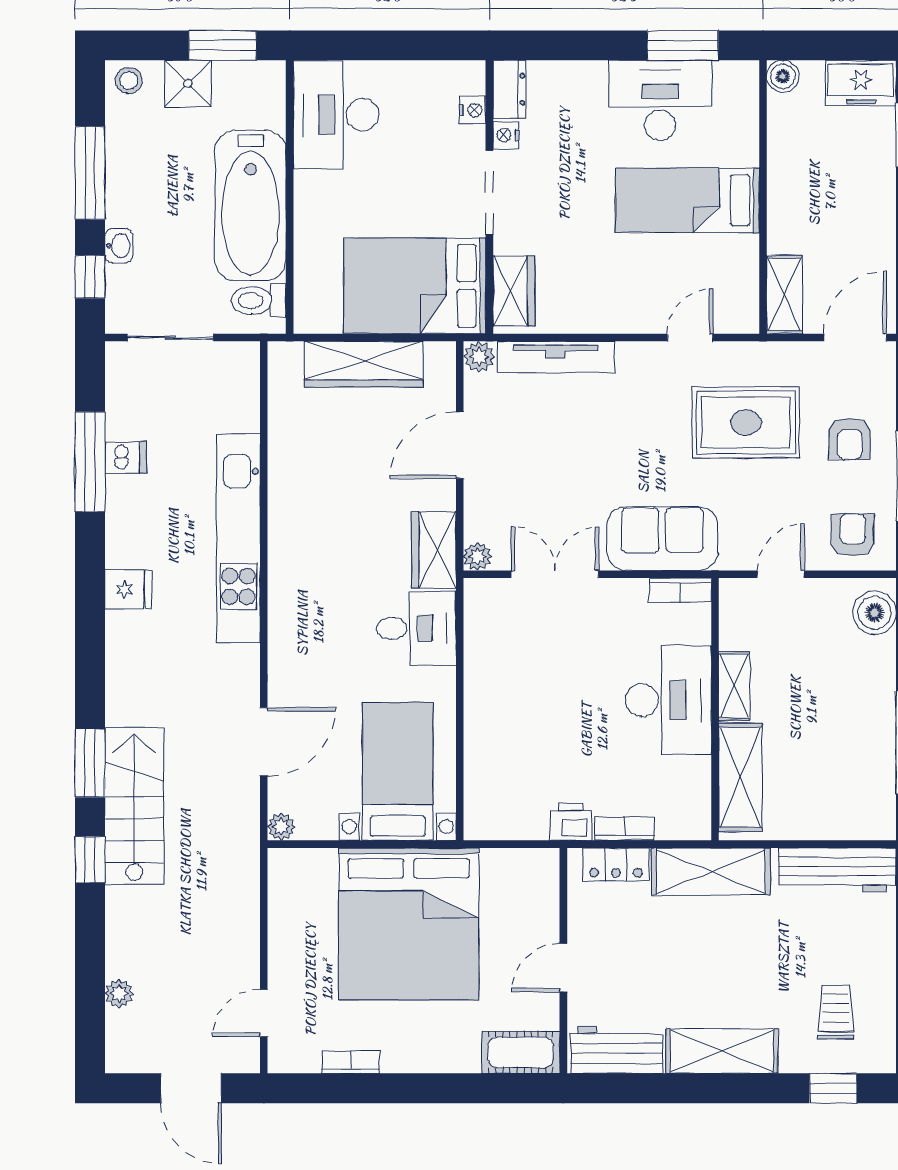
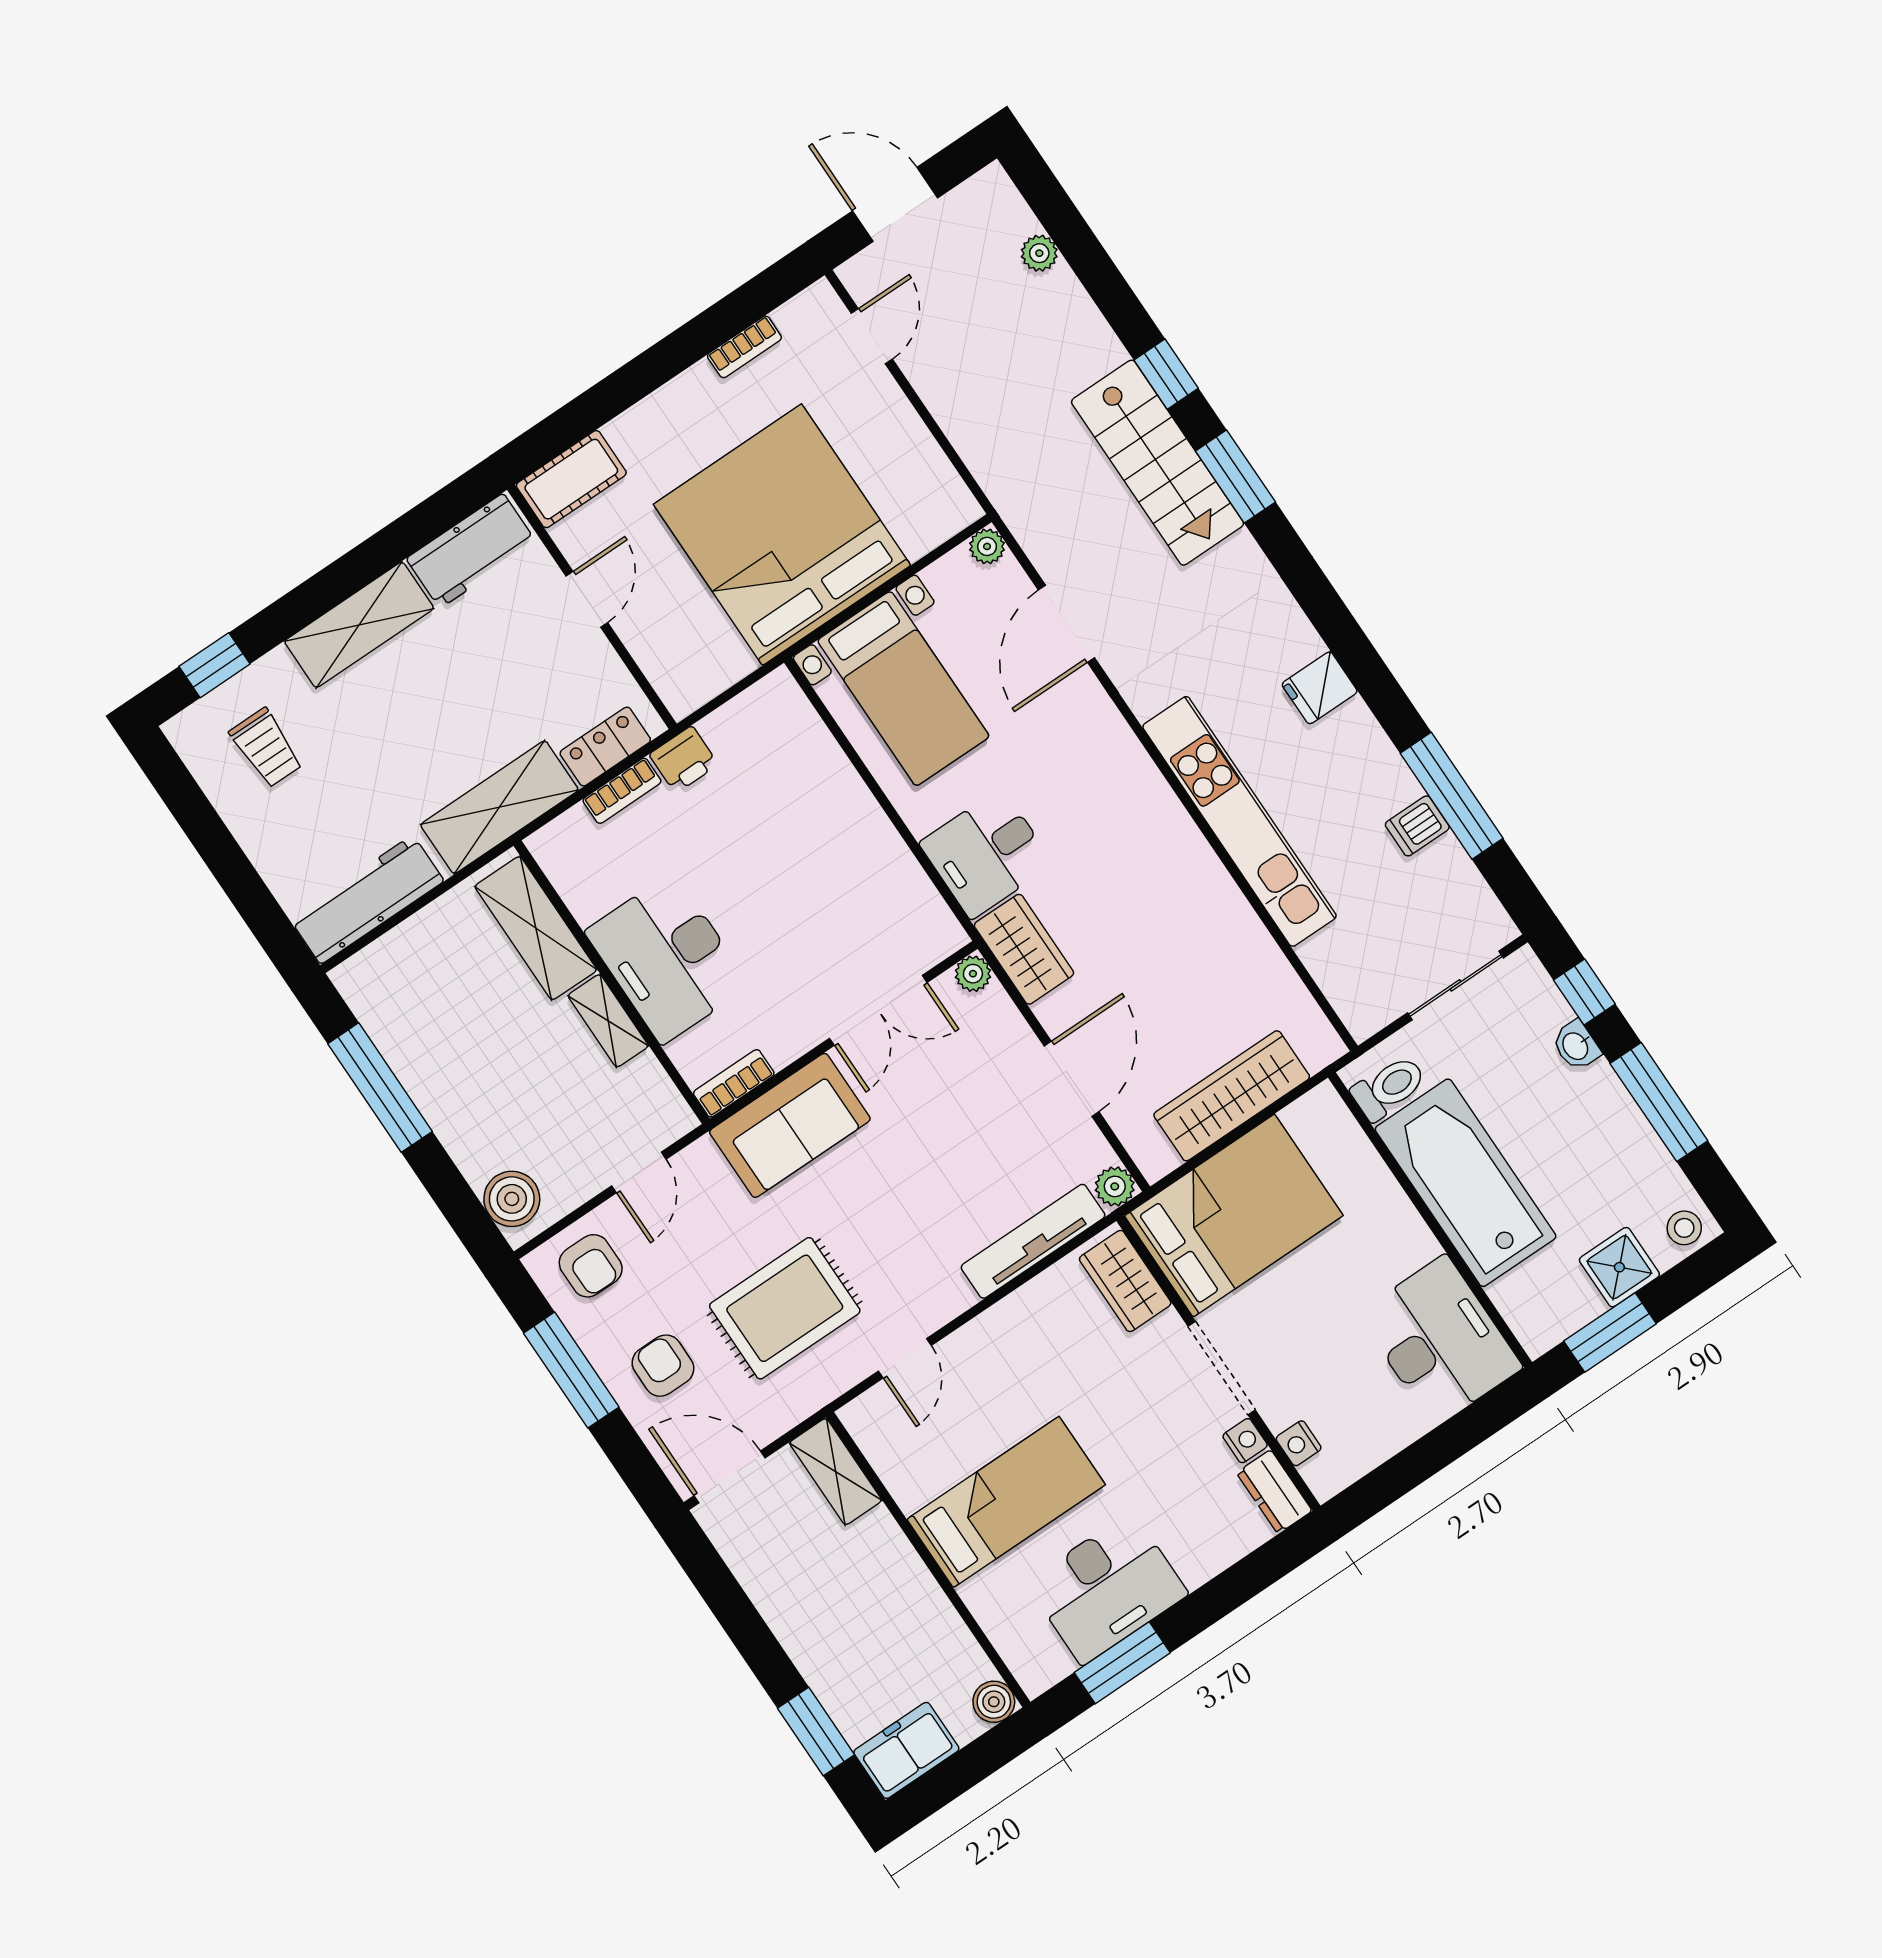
door: (855, 338) -> (730, 1477), swing flipped

